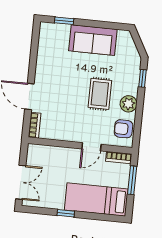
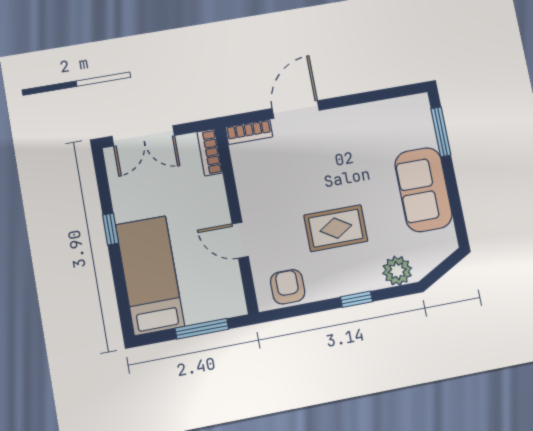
window: (64, 21) -> (441, 132), width x1.50
window: (142, 78) -> (356, 299), moved
plant: (129, 104) -> (397, 271), moved
bookcase: (119, 158) -> (210, 152), moved

